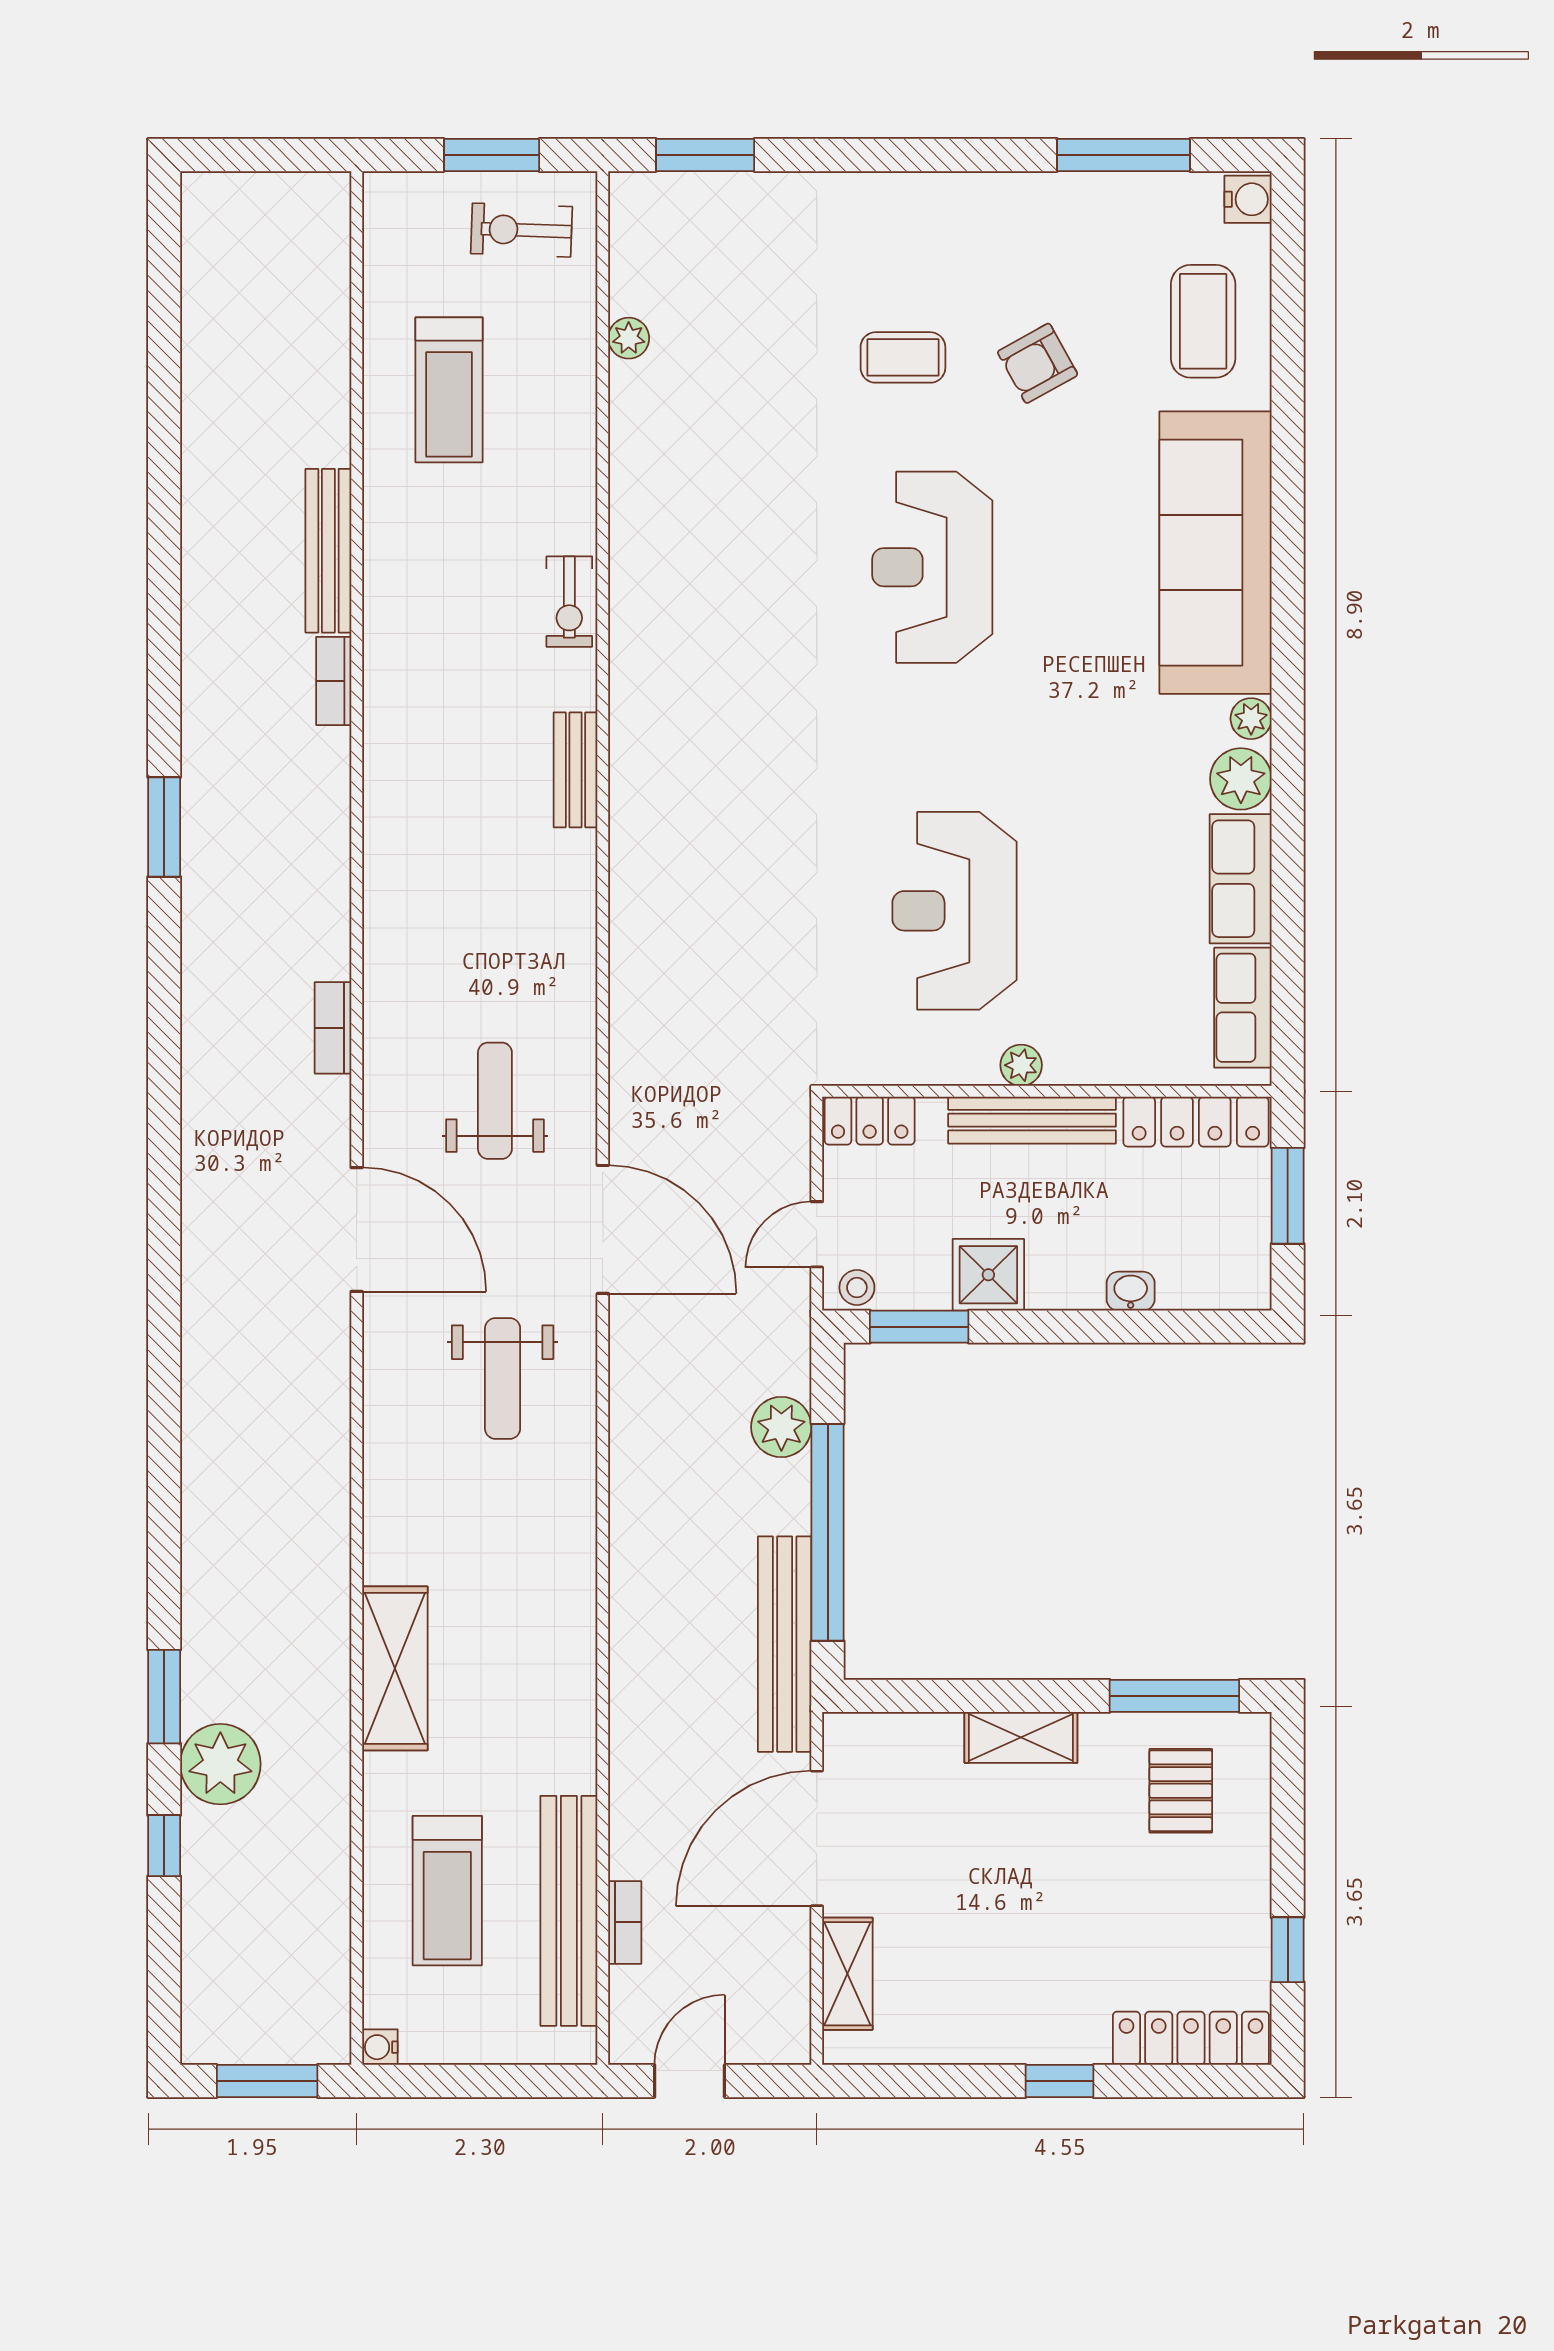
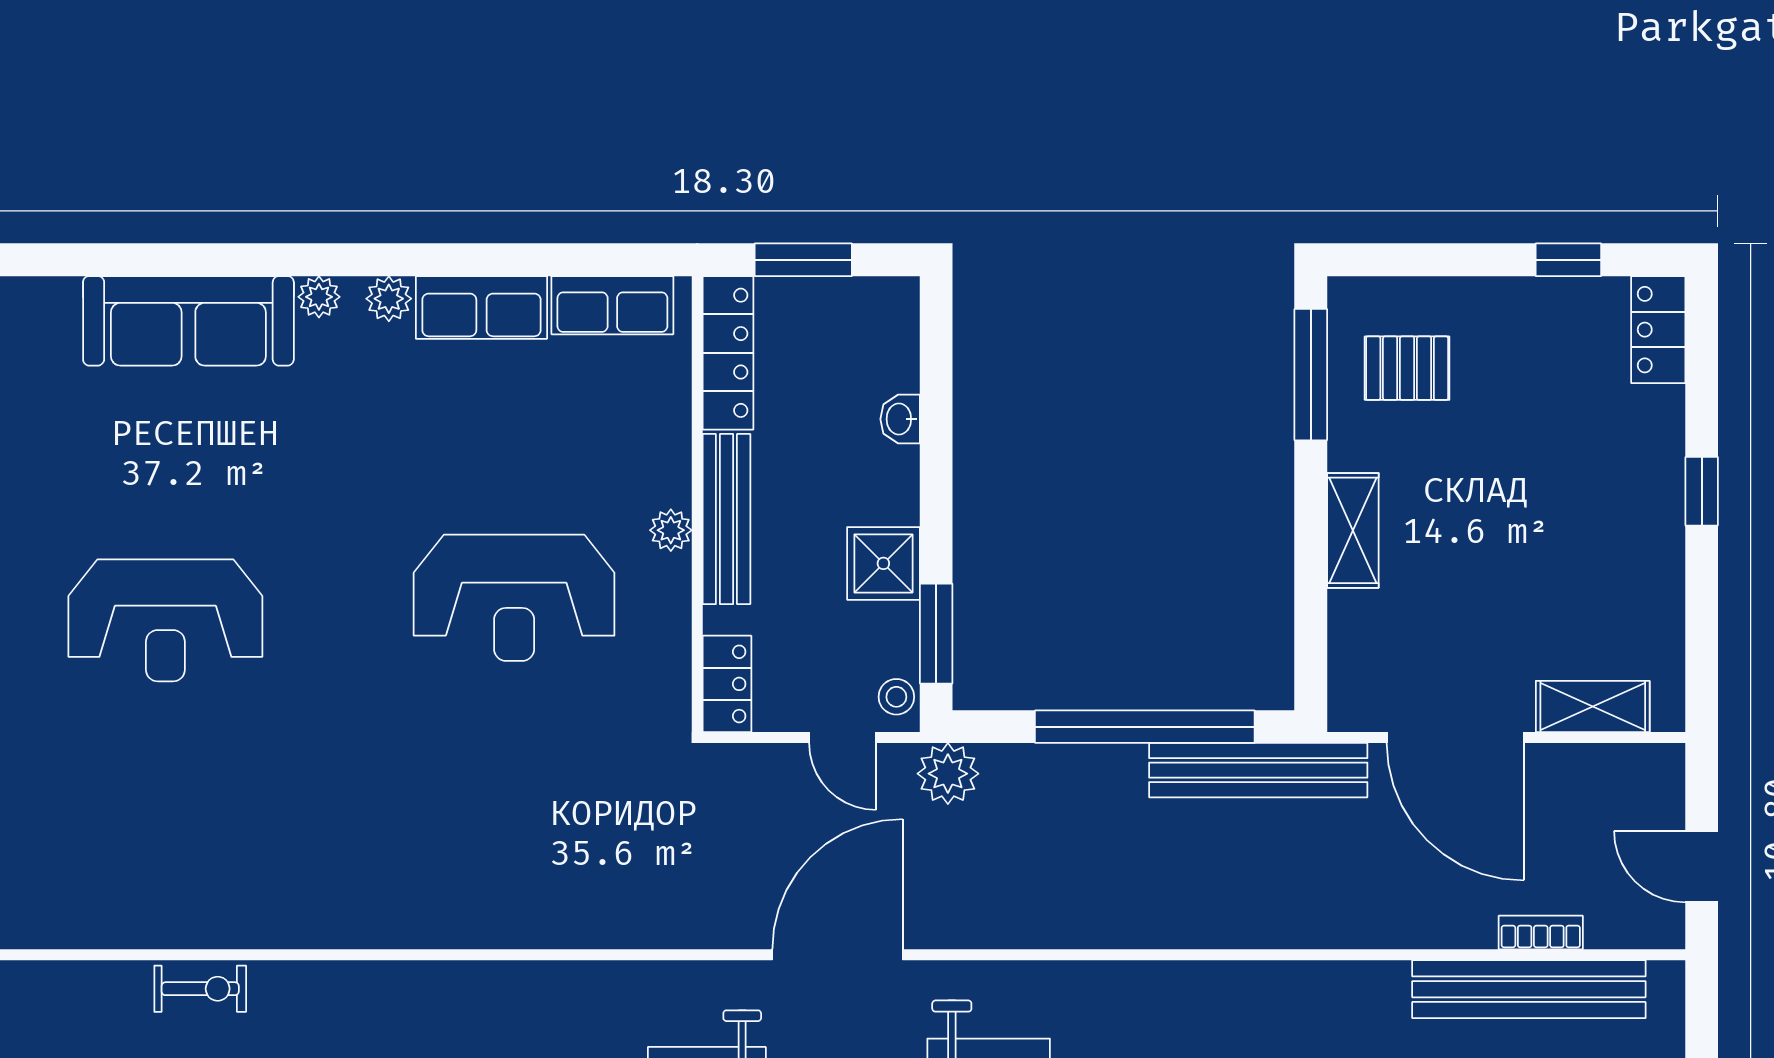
sofa: (1215, 553) -> (188, 321), width x0.74, depth x0.79
bench: (576, 770) -> (371, 982), removed
plant: (1241, 779) -> (389, 299), width x0.73, depth x0.73
plant: (781, 1427) -> (948, 774), moved
locker: (1191, 2038) -> (1658, 330), width x0.66

